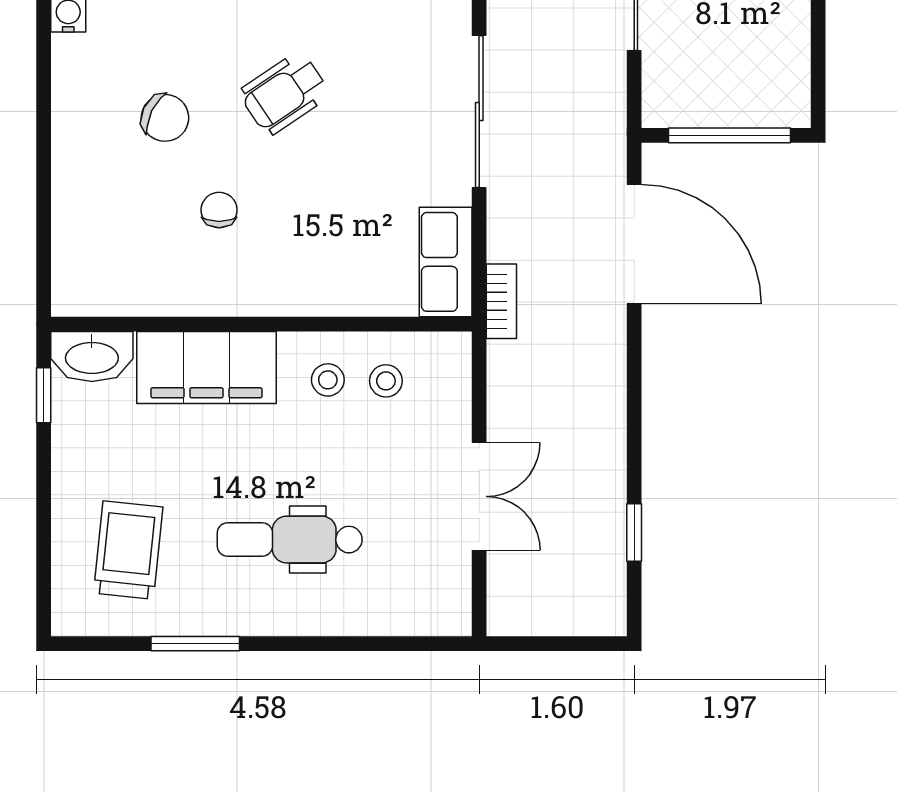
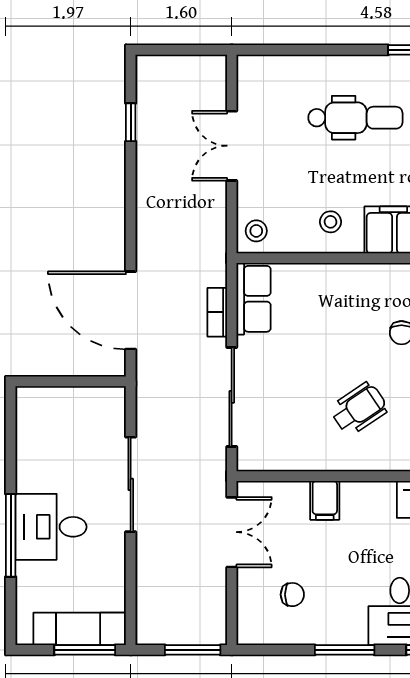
window: (730, 135) -> (68, 381), removed
bookcase: (501, 301) -> (217, 312), moved
stool: (386, 381) -> (256, 231), moved

